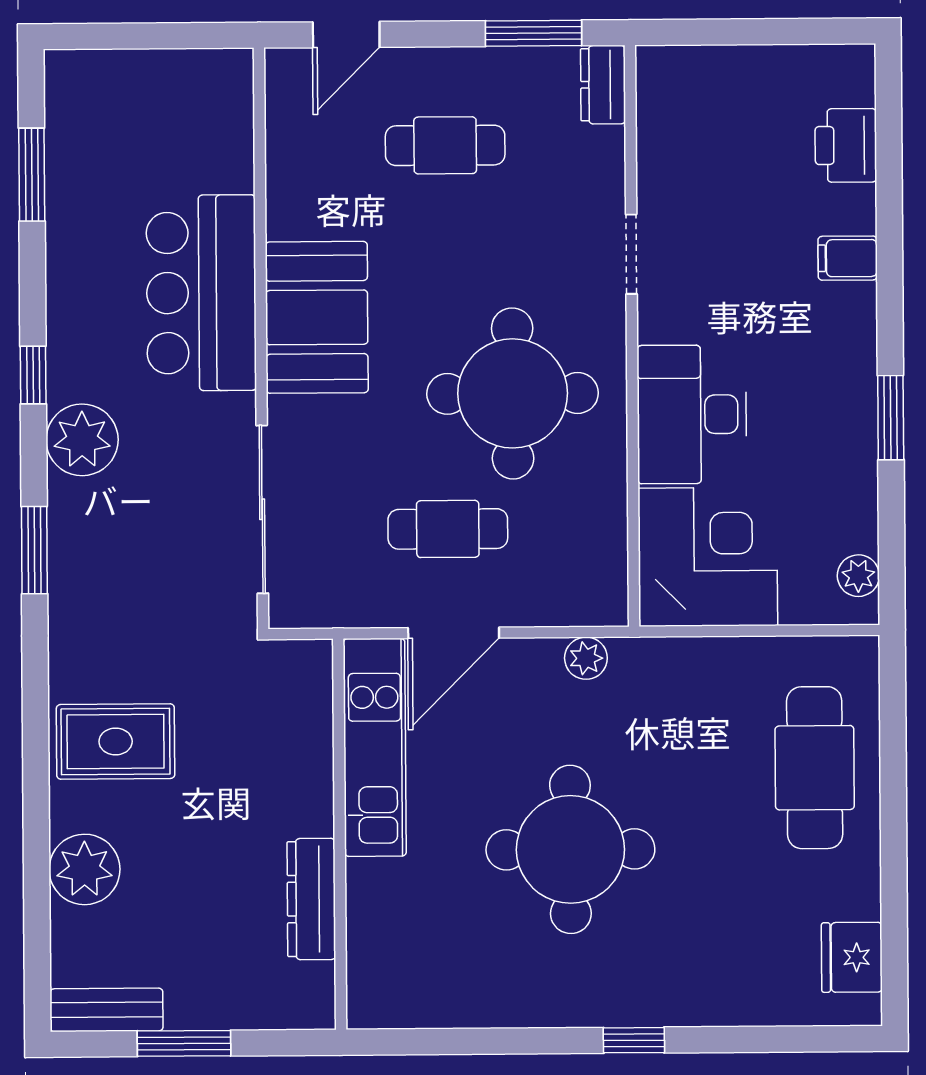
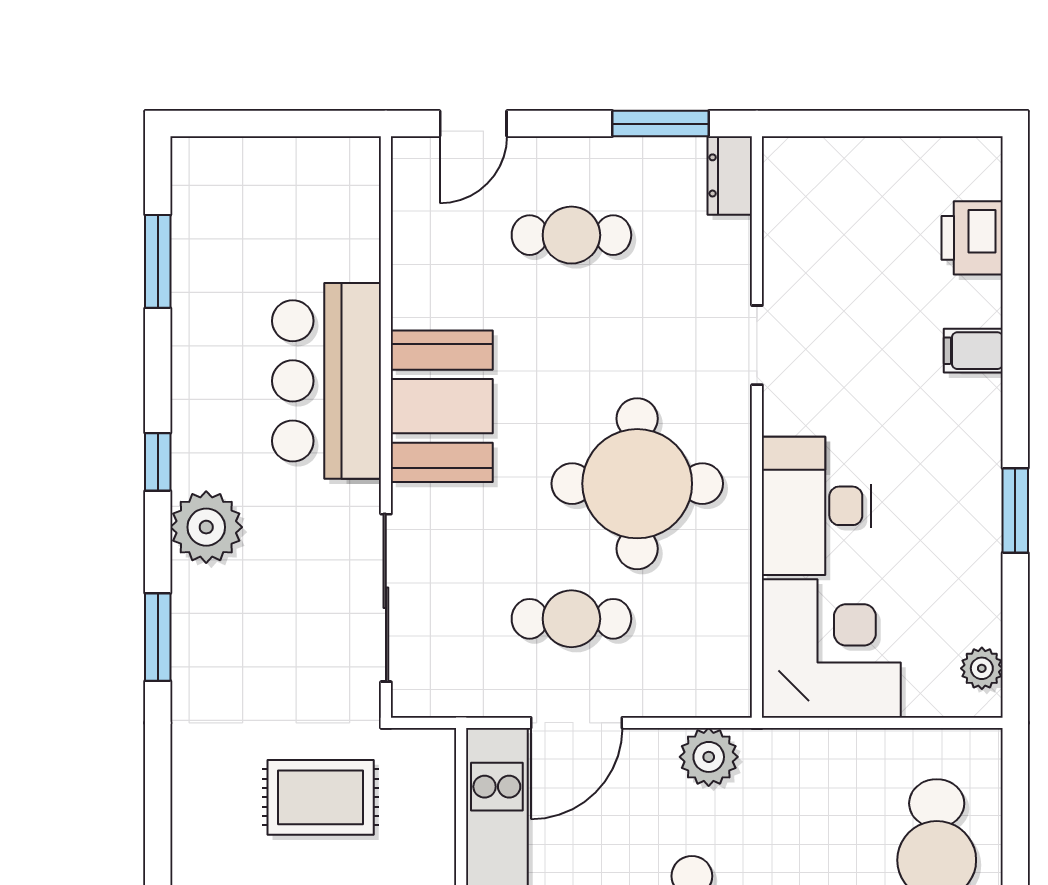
plant: (586, 658) -> (709, 757), width x1.38, depth x1.38
rug: (116, 741) -> (321, 797), moved

